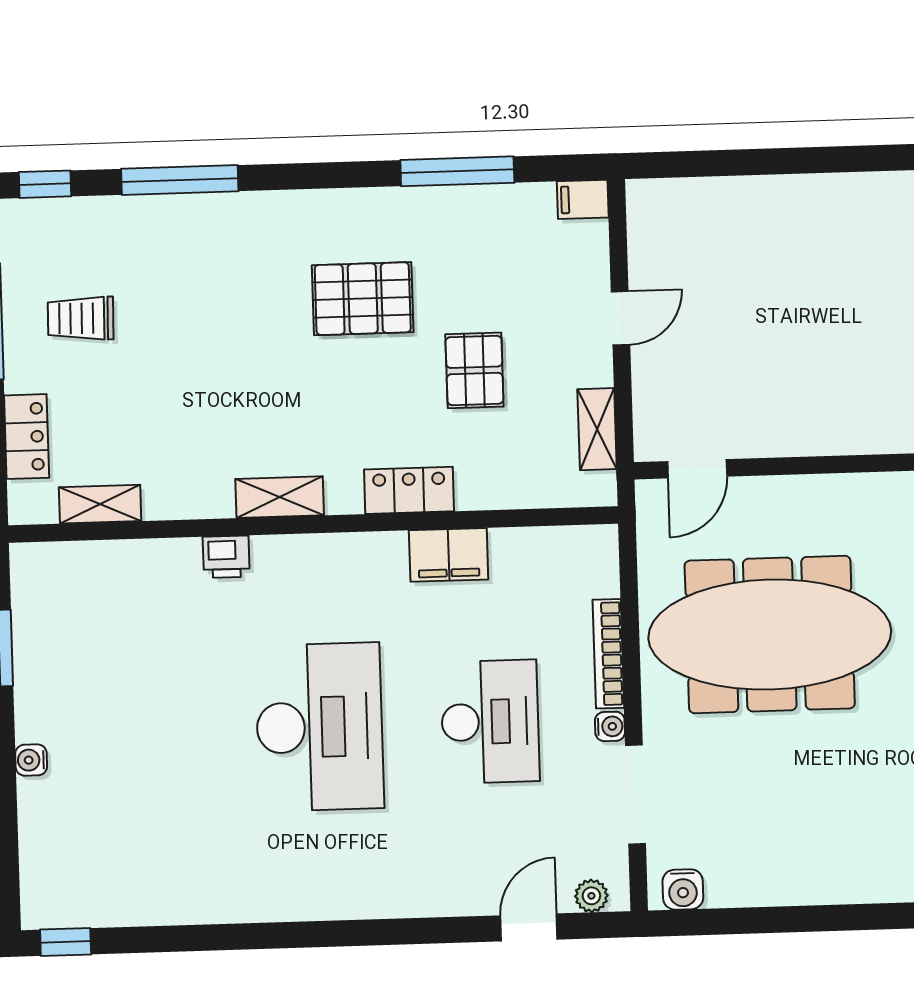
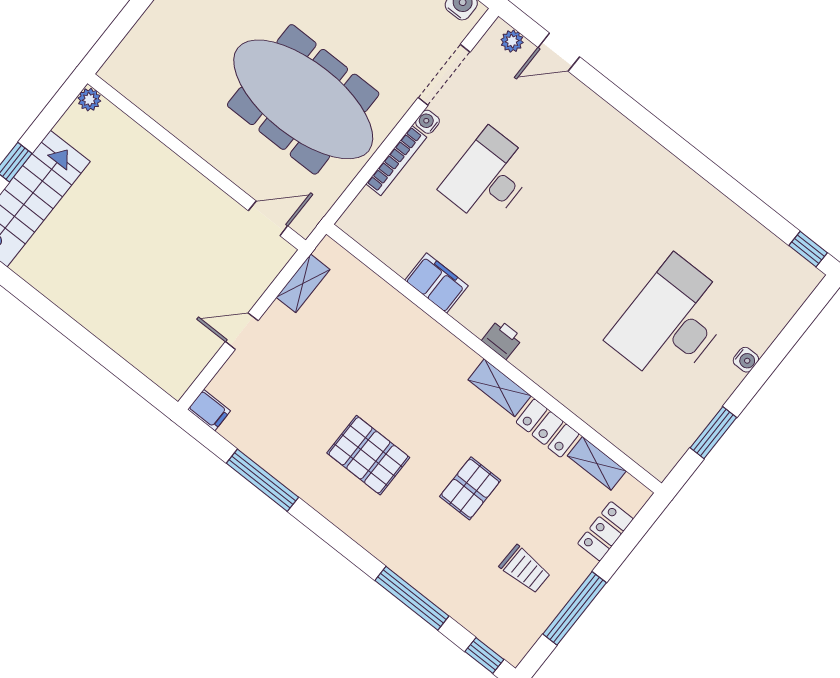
pallet: (474, 370) -> (470, 488), moved
locker: (409, 490) -> (548, 428), moved
printer: (226, 557) -> (502, 339), moved
desk: (320, 727) -> (672, 322), moved

